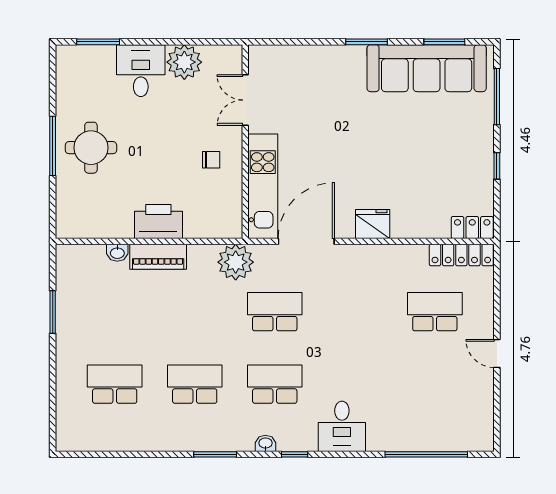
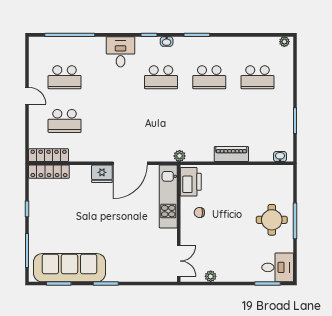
plant: (184, 62) -> (211, 276), width x0.53, depth x0.53
desk: (141, 71) -> (278, 267), moved, turned -90
double door: (245, 100) -> (179, 261), moved
printer: (158, 221) -> (191, 182), moved, turned -90
locker: (472, 227) -> (49, 172), width x1.53
door: (306, 241) -> (130, 163), moved
washbasin: (117, 253) -> (280, 157), moved
plant: (236, 262) -> (180, 156), width x0.53, depth x0.53
school desk: (275, 312) -> (65, 77), moved
plant: (70, 443) -> (284, 42), added

